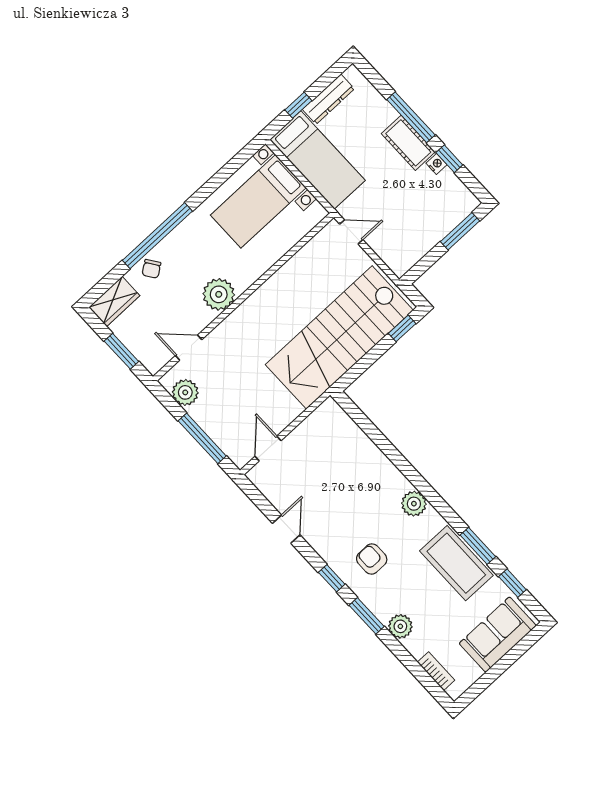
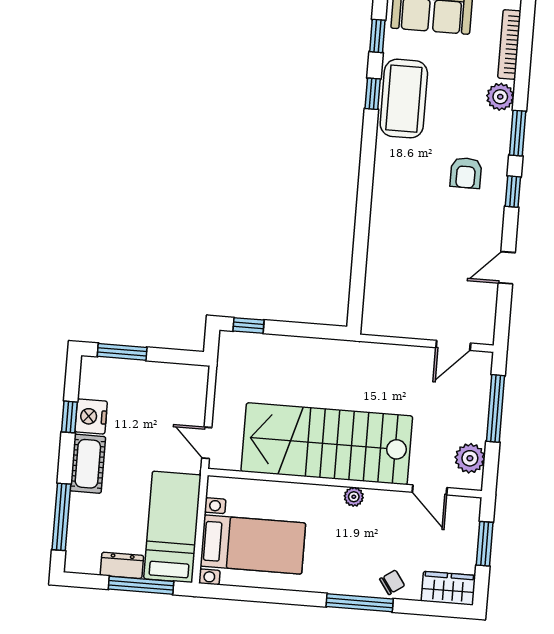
dresser: (328, 99) -> (122, 565), width x0.70
window: (298, 105) -> (141, 585), width x2.17
window: (411, 117) -> (61, 517), moved
nightstand: (436, 164) -> (91, 416), width x1.89, depth x1.79
window: (157, 236) -> (360, 603), width x0.68
plant: (219, 294) -> (354, 497), width x0.53, depth x0.53
stairs: (339, 337) -> (327, 444), moved, turned 180
plant: (414, 504) -> (387, 180), removed
window: (478, 546) -> (373, 94), width x0.67
bookcase: (436, 671) -> (509, 44), width x1.56

